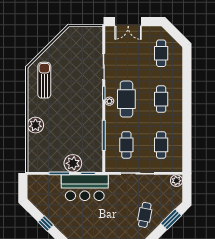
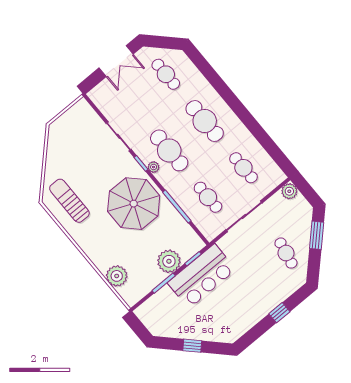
double door: (128, 22) -> (116, 61), moved
cafe table: (161, 99) -> (205, 121), width x1.37, depth x1.35
parasol: (80, 113) -> (134, 204), added
plant: (35, 125) -> (117, 276), moved

